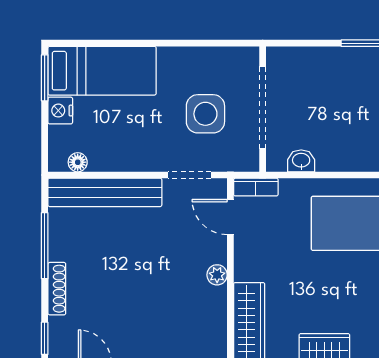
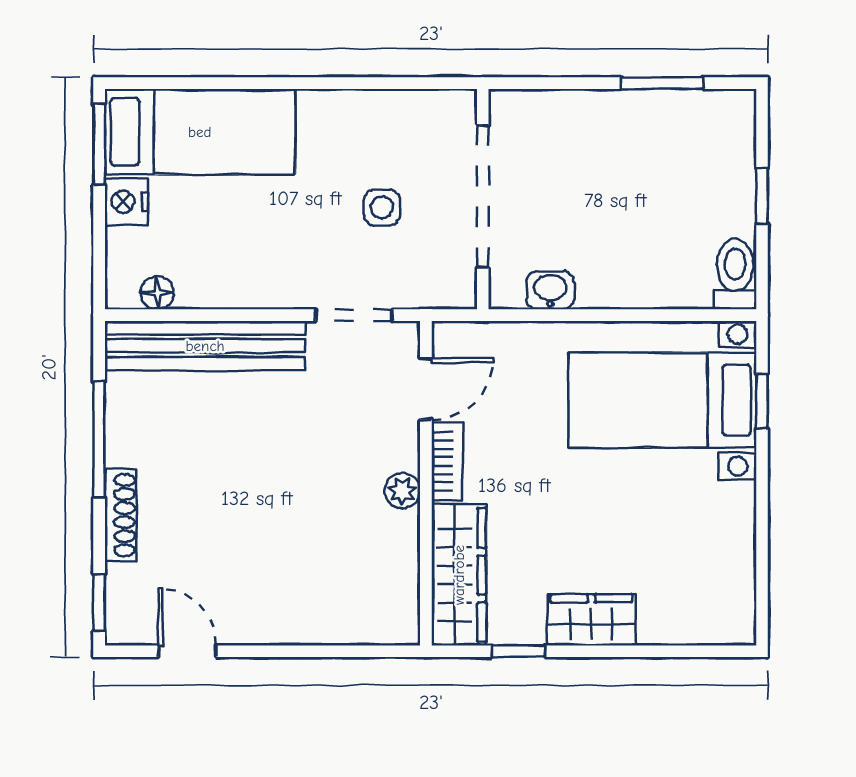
side table: (205, 114) -> (382, 208), width x0.54, depth x0.54
bookcase: (256, 187) -> (447, 461), moved, turned -90
door: (230, 217) -> (426, 389), swing flipped

